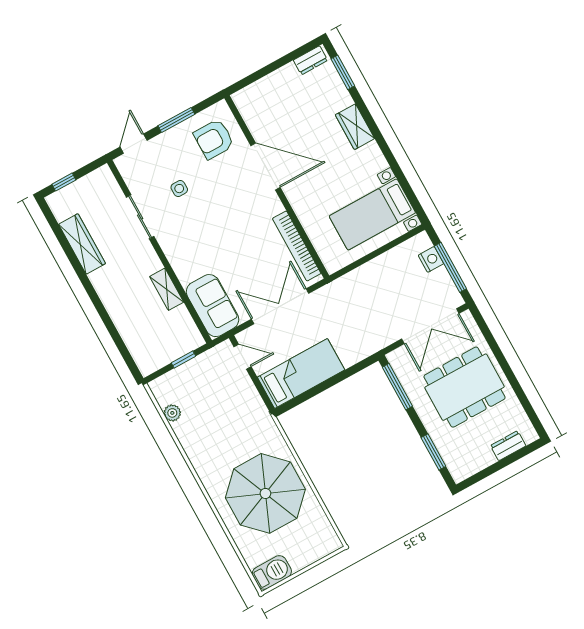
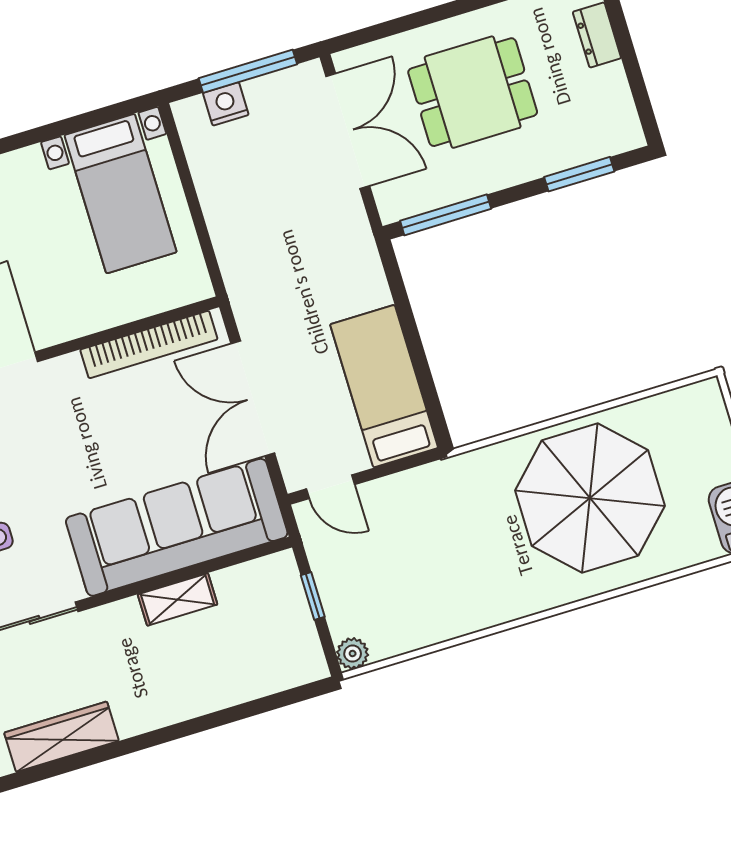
sofa: (213, 306) -> (177, 527), width x1.85, depth x1.27
door: (243, 357) -> (330, 487), swing flipped
dining table: (465, 387) -> (473, 92), width x0.73
plant: (172, 413) -> (353, 654), moved

